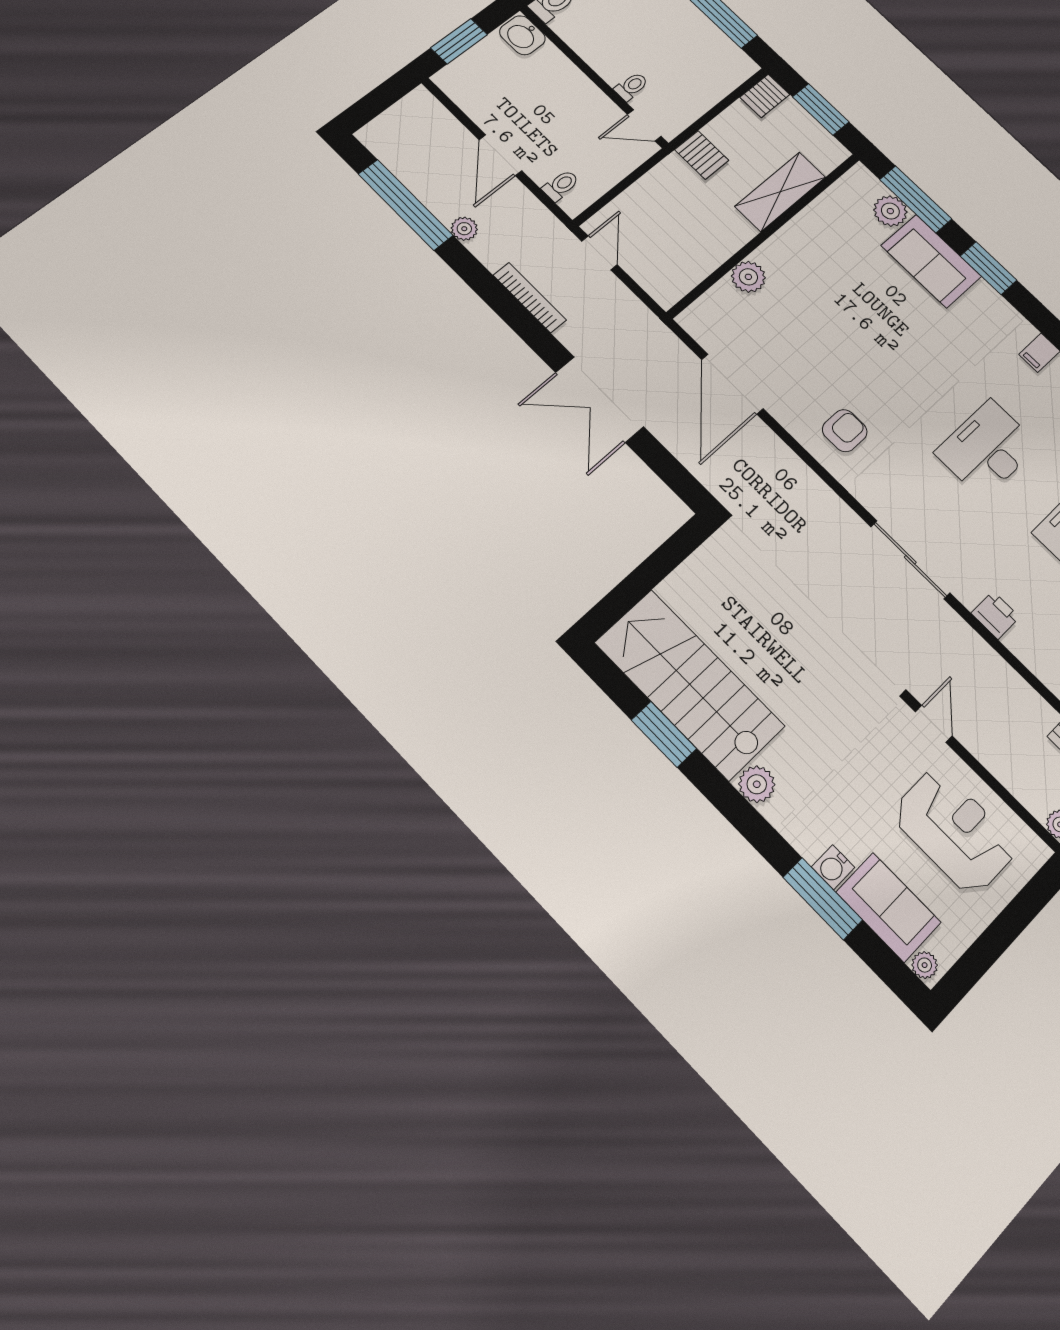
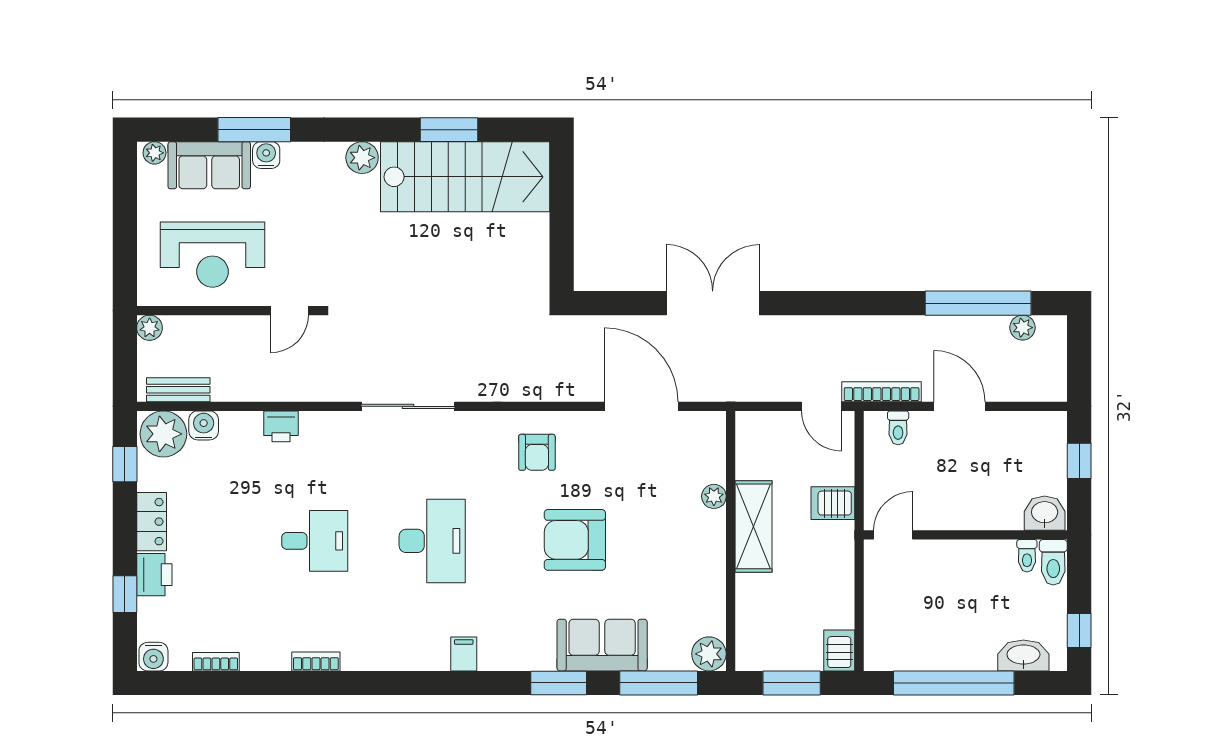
window: (459, 41) -> (1079, 461), width x0.67
toilet: (631, 86) -> (1027, 556), moved
server rack: (702, 155) -> (833, 503), moved
shelving: (780, 192) -> (753, 526), moved
plant: (890, 211) -> (709, 654), moved
plant: (464, 229) -> (1023, 328), moved
plant: (748, 277) -> (714, 496), width x0.73, depth x0.73
bookcase: (530, 298) -> (882, 392), moved, turned 180
armchair: (879, 346) -> (575, 540), added
printer: (995, 615) -> (281, 426), moved
door: (934, 724) -> (289, 311), hinge flipped

